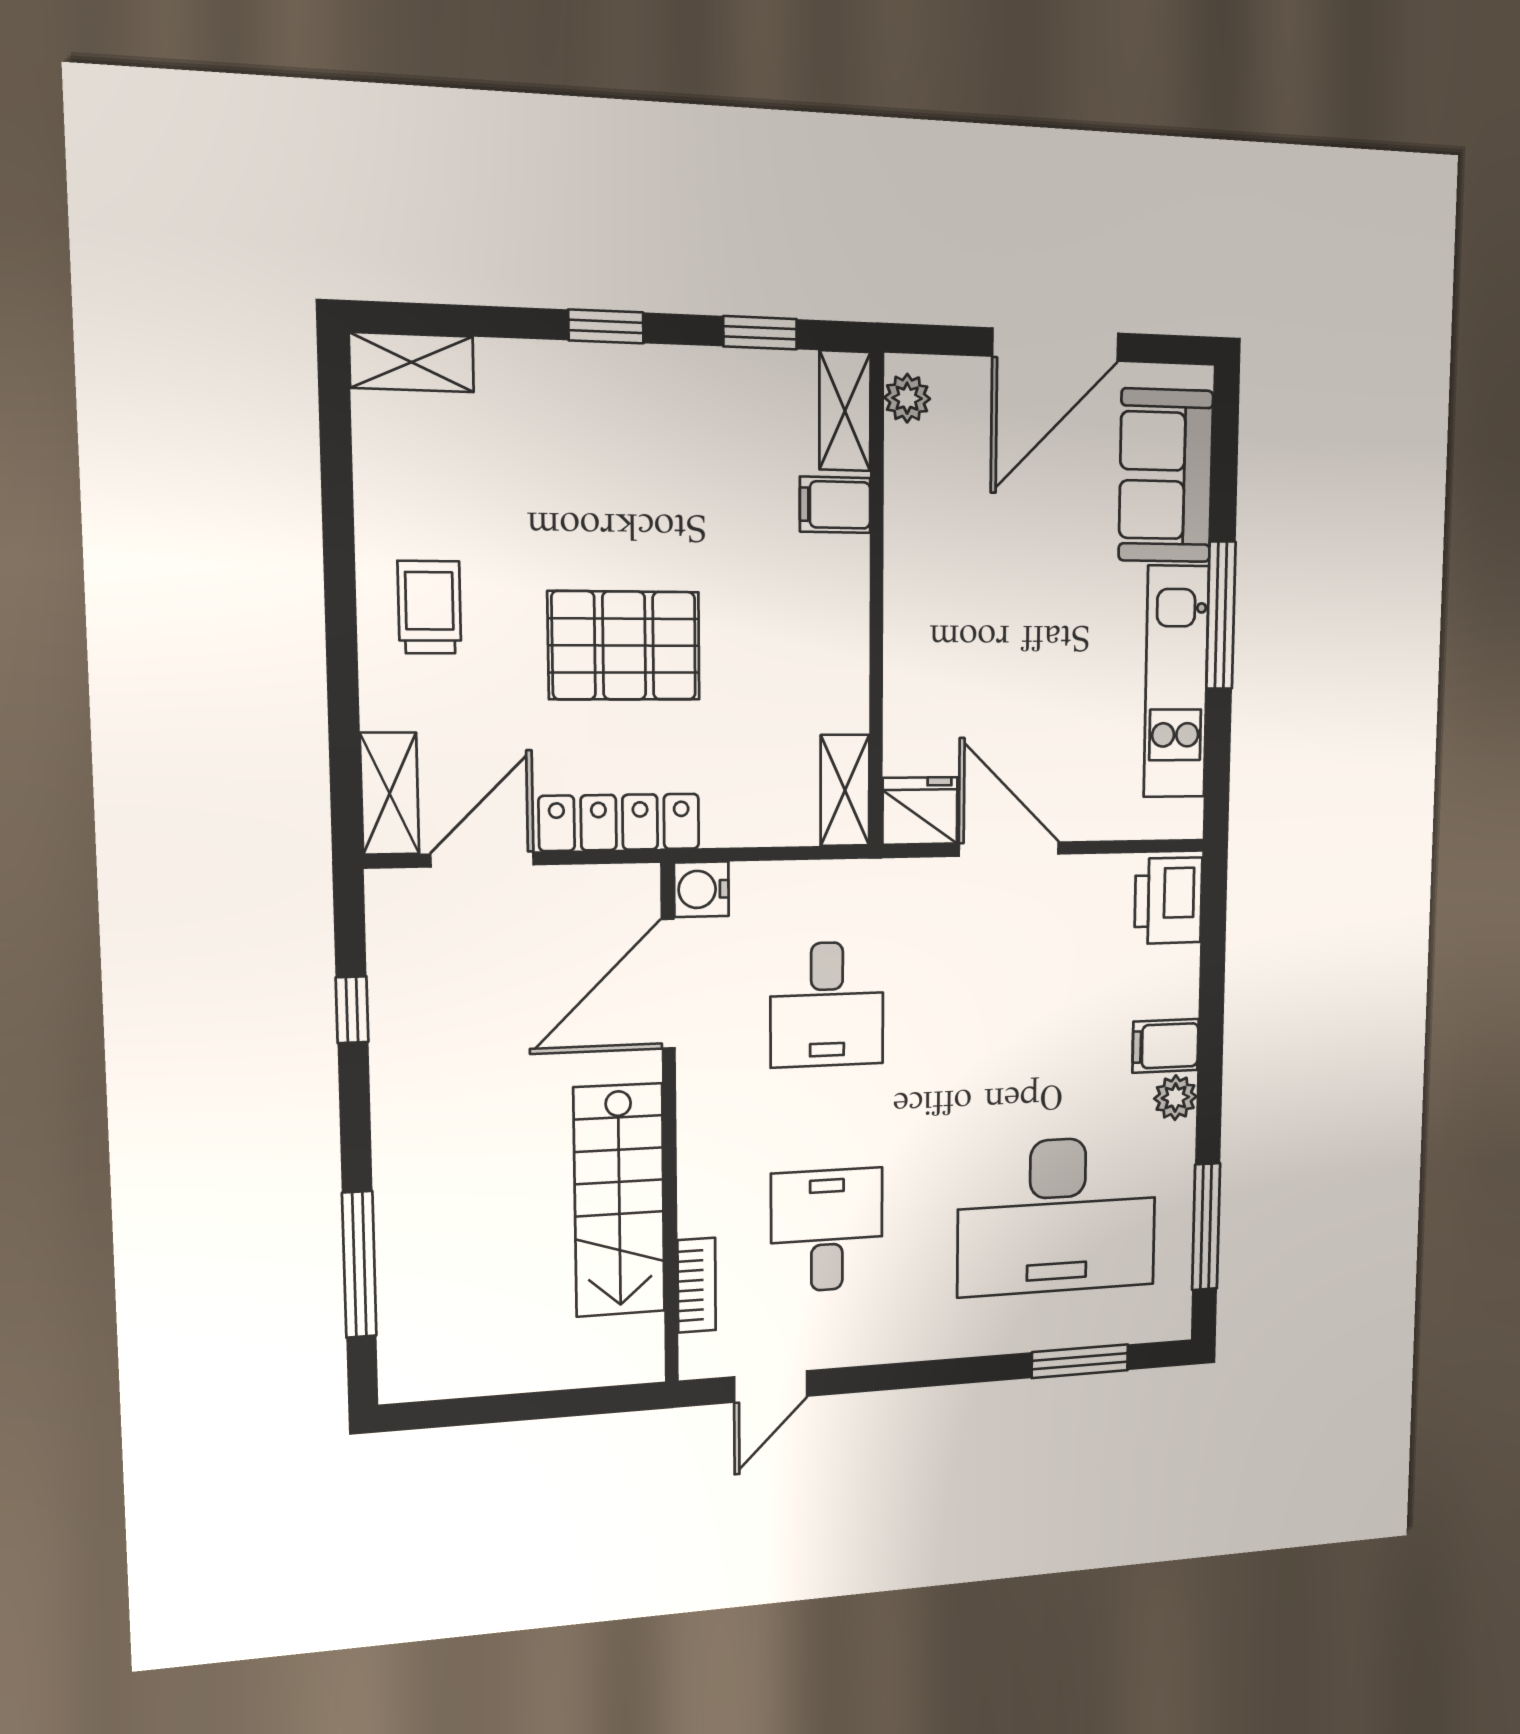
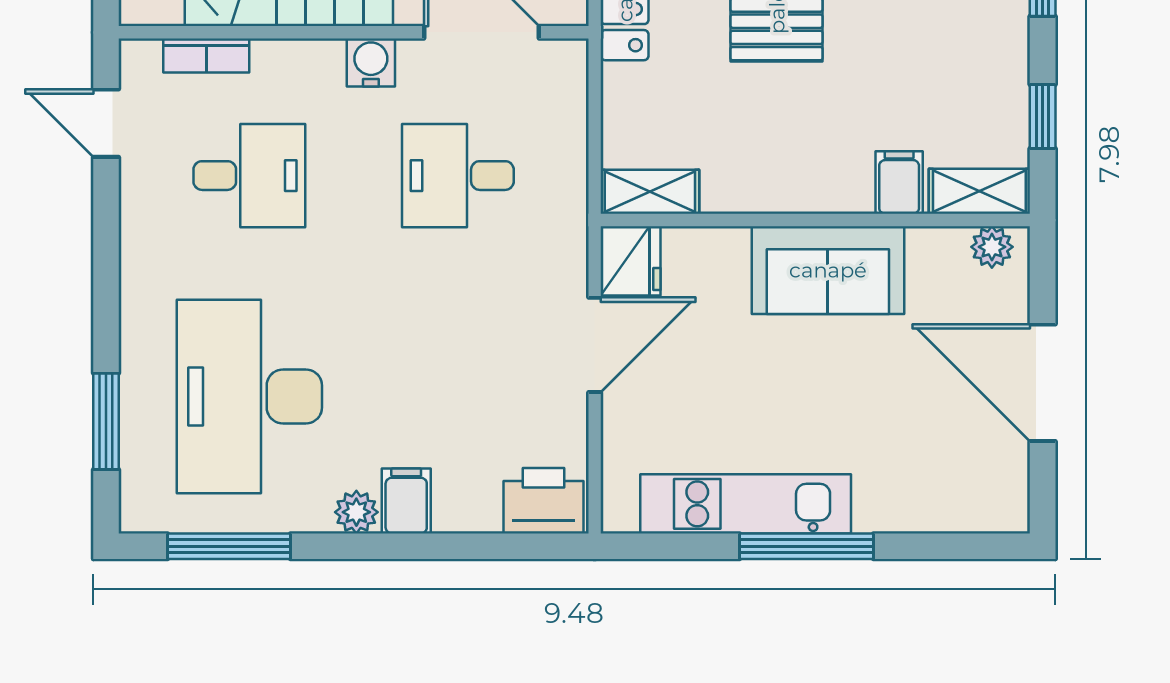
sofa: (1166, 476) -> (828, 270), moved, turned 180
water cooler: (701, 889) -> (371, 62), moved

